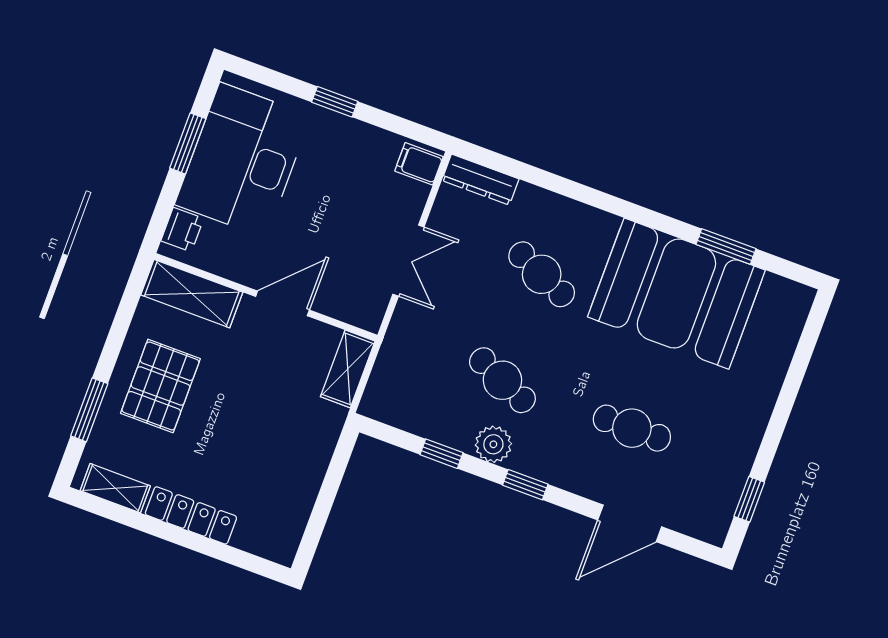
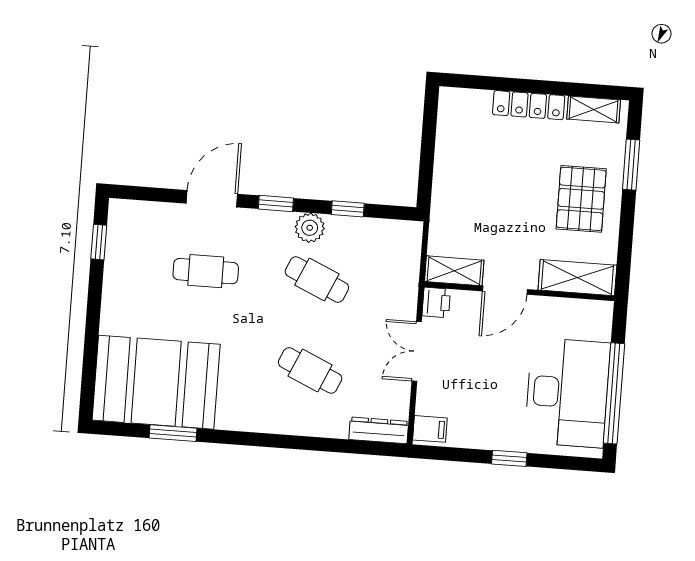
window: (188, 143) -> (614, 393), width x2.11
printer: (182, 230) -> (436, 302), moved, turned 180
booth: (676, 294) -> (156, 382), moved
shelving: (348, 369) -> (454, 271), moved, turned 90
door: (630, 523) -> (212, 199), moved

